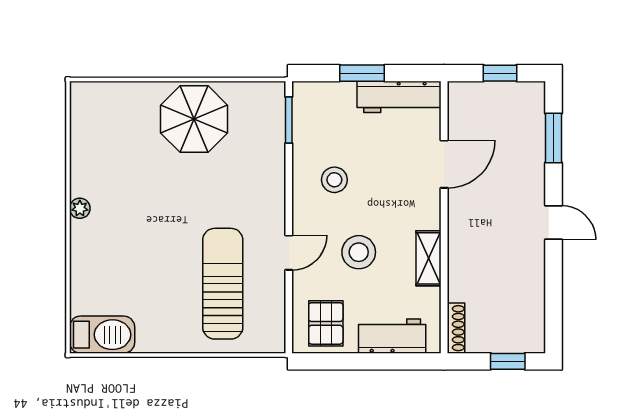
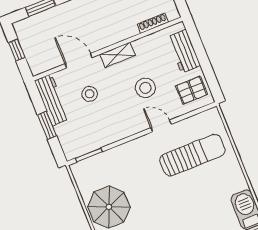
stool: (334, 180) -> (90, 94), moved
shelving: (429, 258) -> (117, 55), moved
sun lounger: (223, 284) -> (192, 155), turned 180
shoe rack: (456, 328) -> (153, 23), moved

